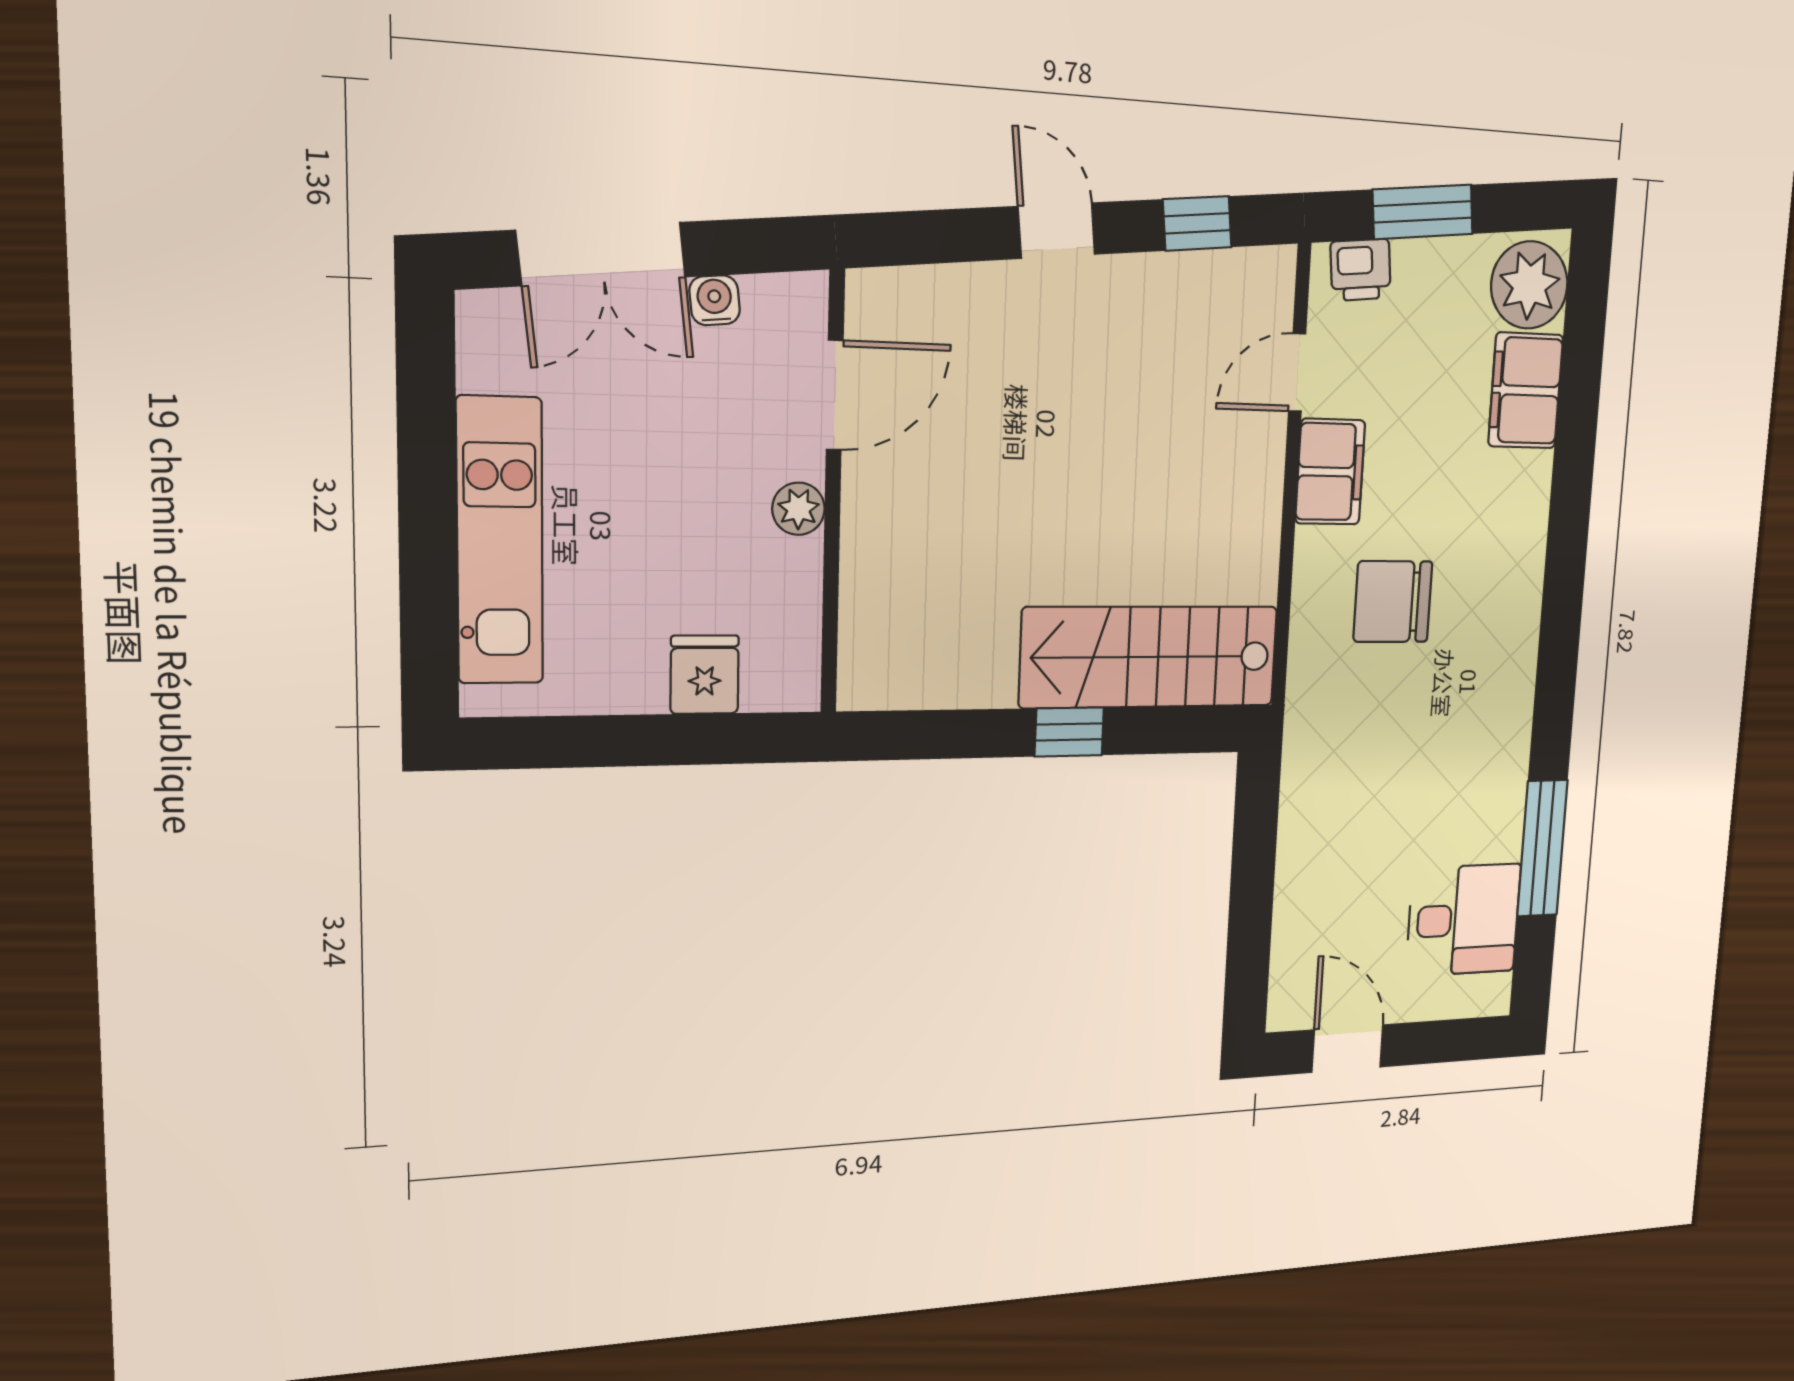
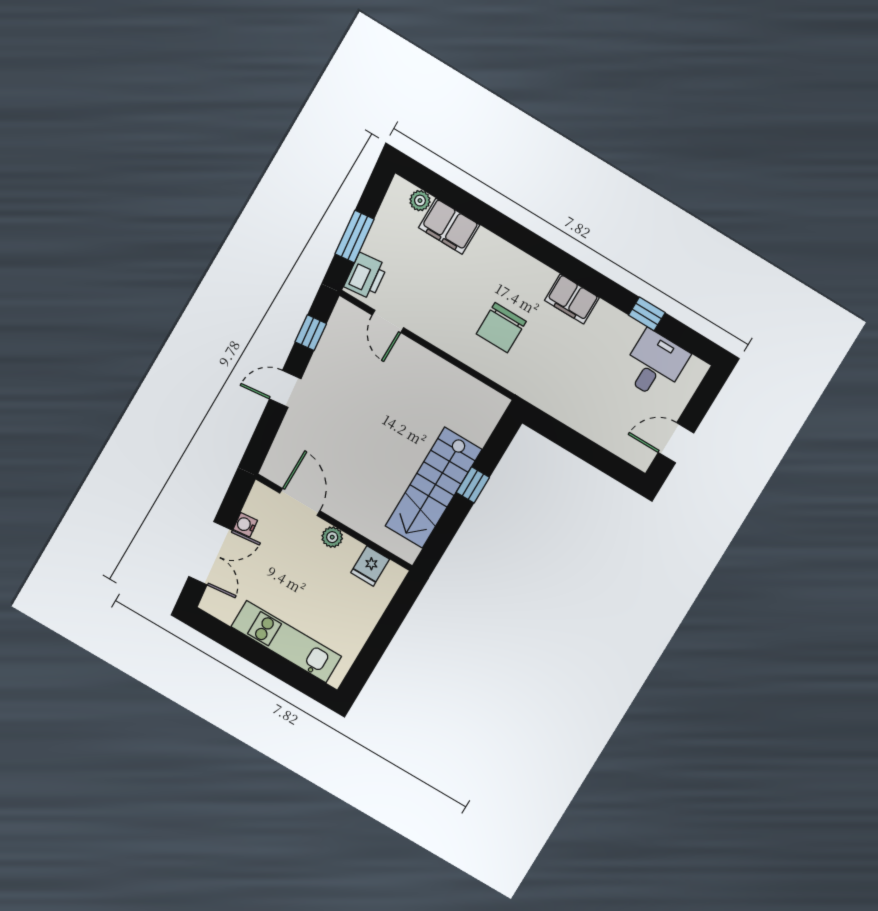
printer: (1361, 270) -> (366, 276), width x1.36, depth x1.24
plant: (1529, 285) -> (420, 201), width x0.53, depth x0.53
filing cabinet: (1330, 472) -> (572, 299), moved, turned 180
stairs: (1150, 657) -> (433, 488), moved
fridge: (705, 675) -> (370, 566), moved, turned -90
window: (1542, 848) -> (647, 314), width x0.46

